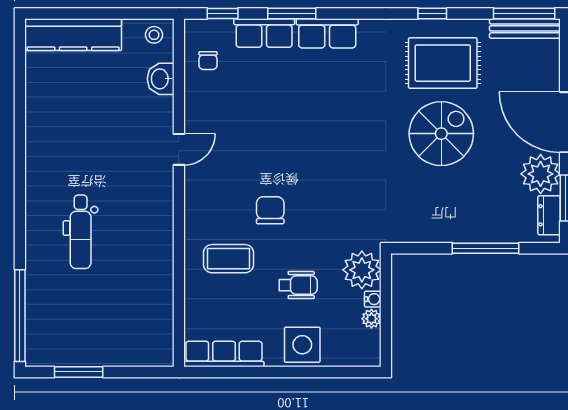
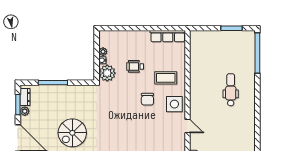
door: (179, 149) -> (188, 126), swing flipped
plant: (541, 174) -> (25, 111), width x0.53, depth x0.53
side table: (302, 345) -> (174, 104), moved

